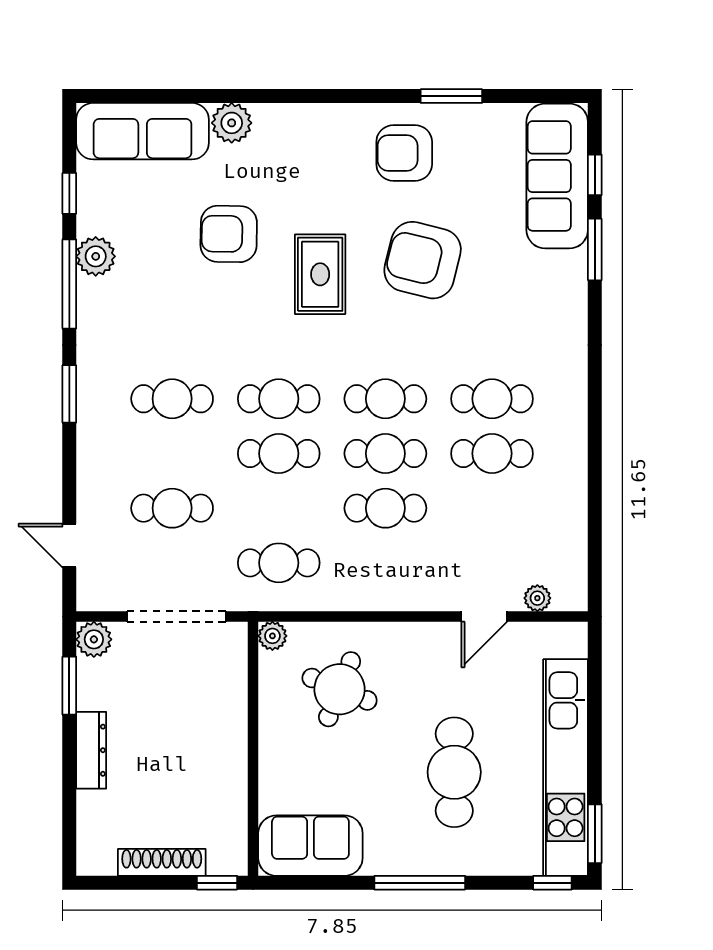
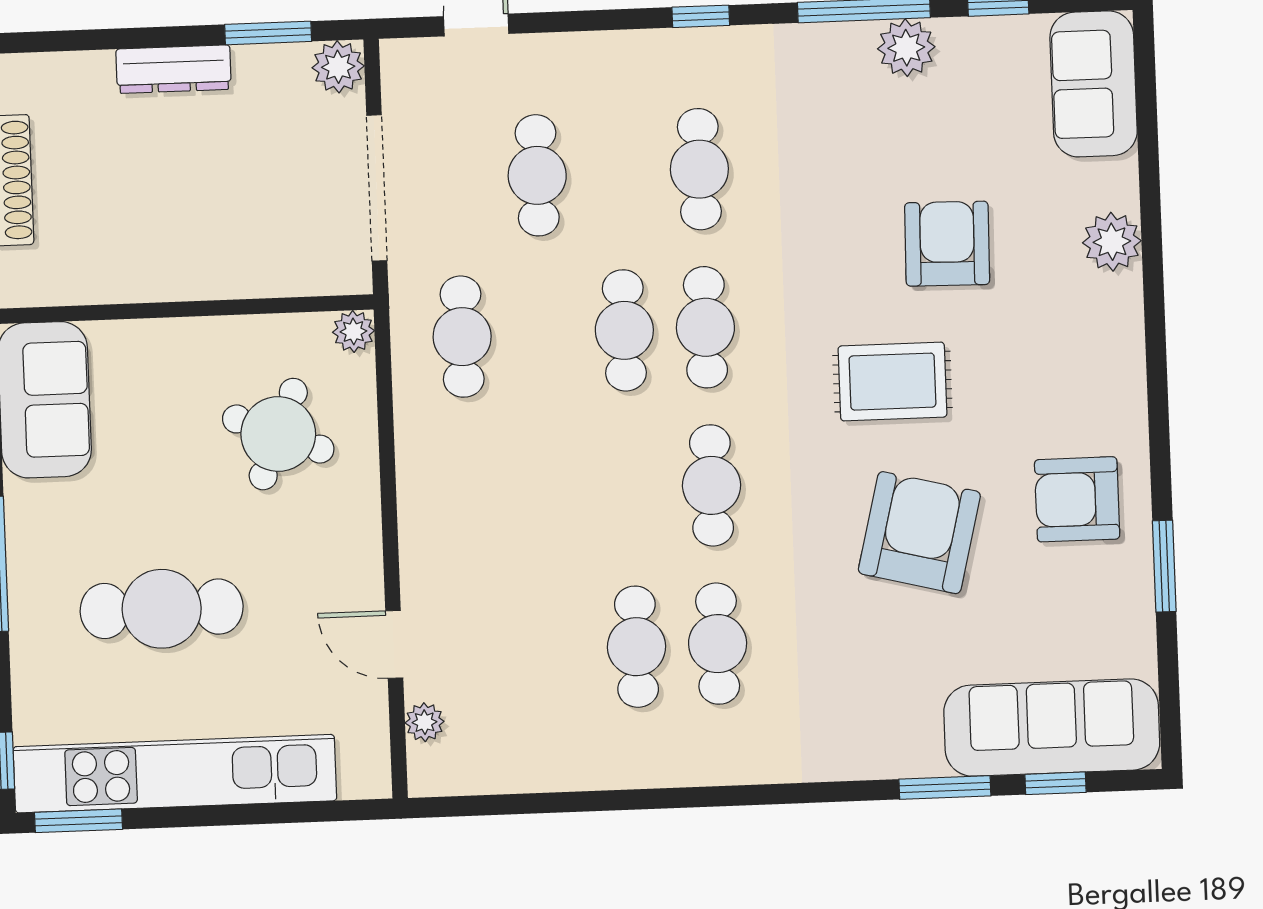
sofa: (143, 131) -> (1094, 84), width x0.73
armchair: (404, 153) -> (1077, 499), turned -90
window: (69, 394) -> (701, 16), width x0.67
cafe table: (385, 453) -> (630, 489), removed
cafe table: (385, 508) -> (549, 492), removed

